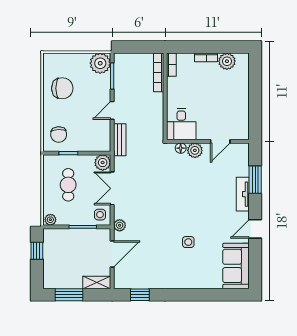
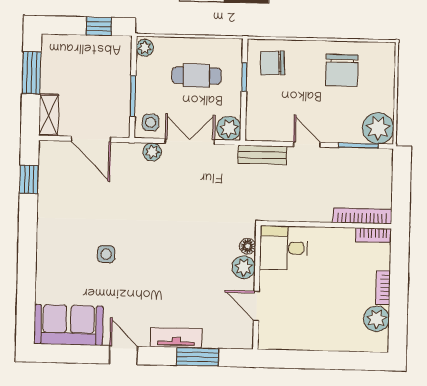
plant: (120, 225) -> (152, 152), moved

